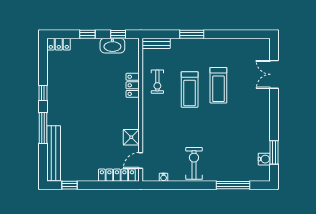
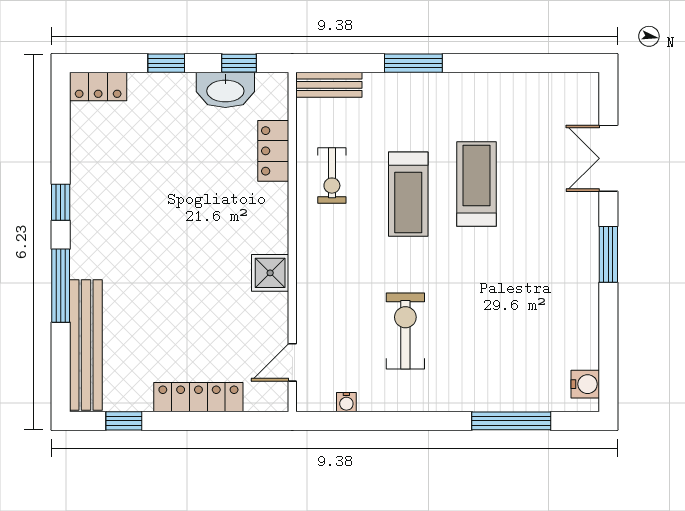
locker: (133, 85) -> (273, 151), moved
treadmill: (218, 85) -> (477, 184), turned 180
shower: (131, 137) -> (270, 273), moved
window: (274, 152) -> (608, 254), moved
water cooler: (264, 159) -> (585, 384), moved
exercise bike: (194, 163) -> (405, 331), moved
locker: (117, 175) -> (198, 397), moved

